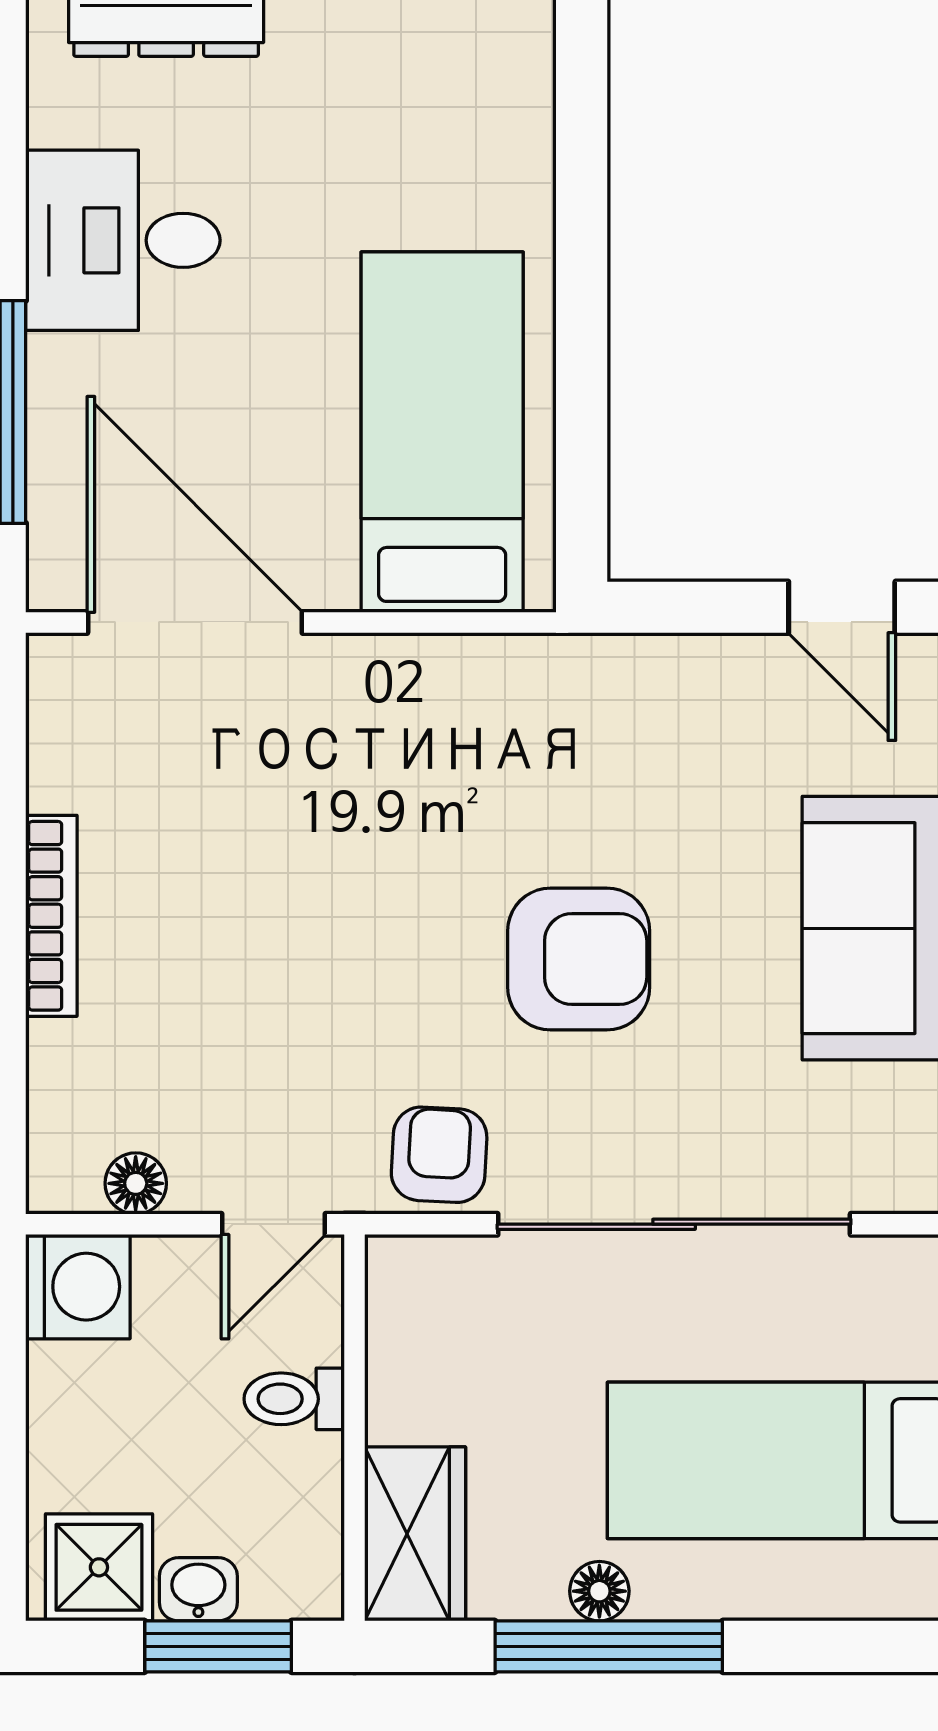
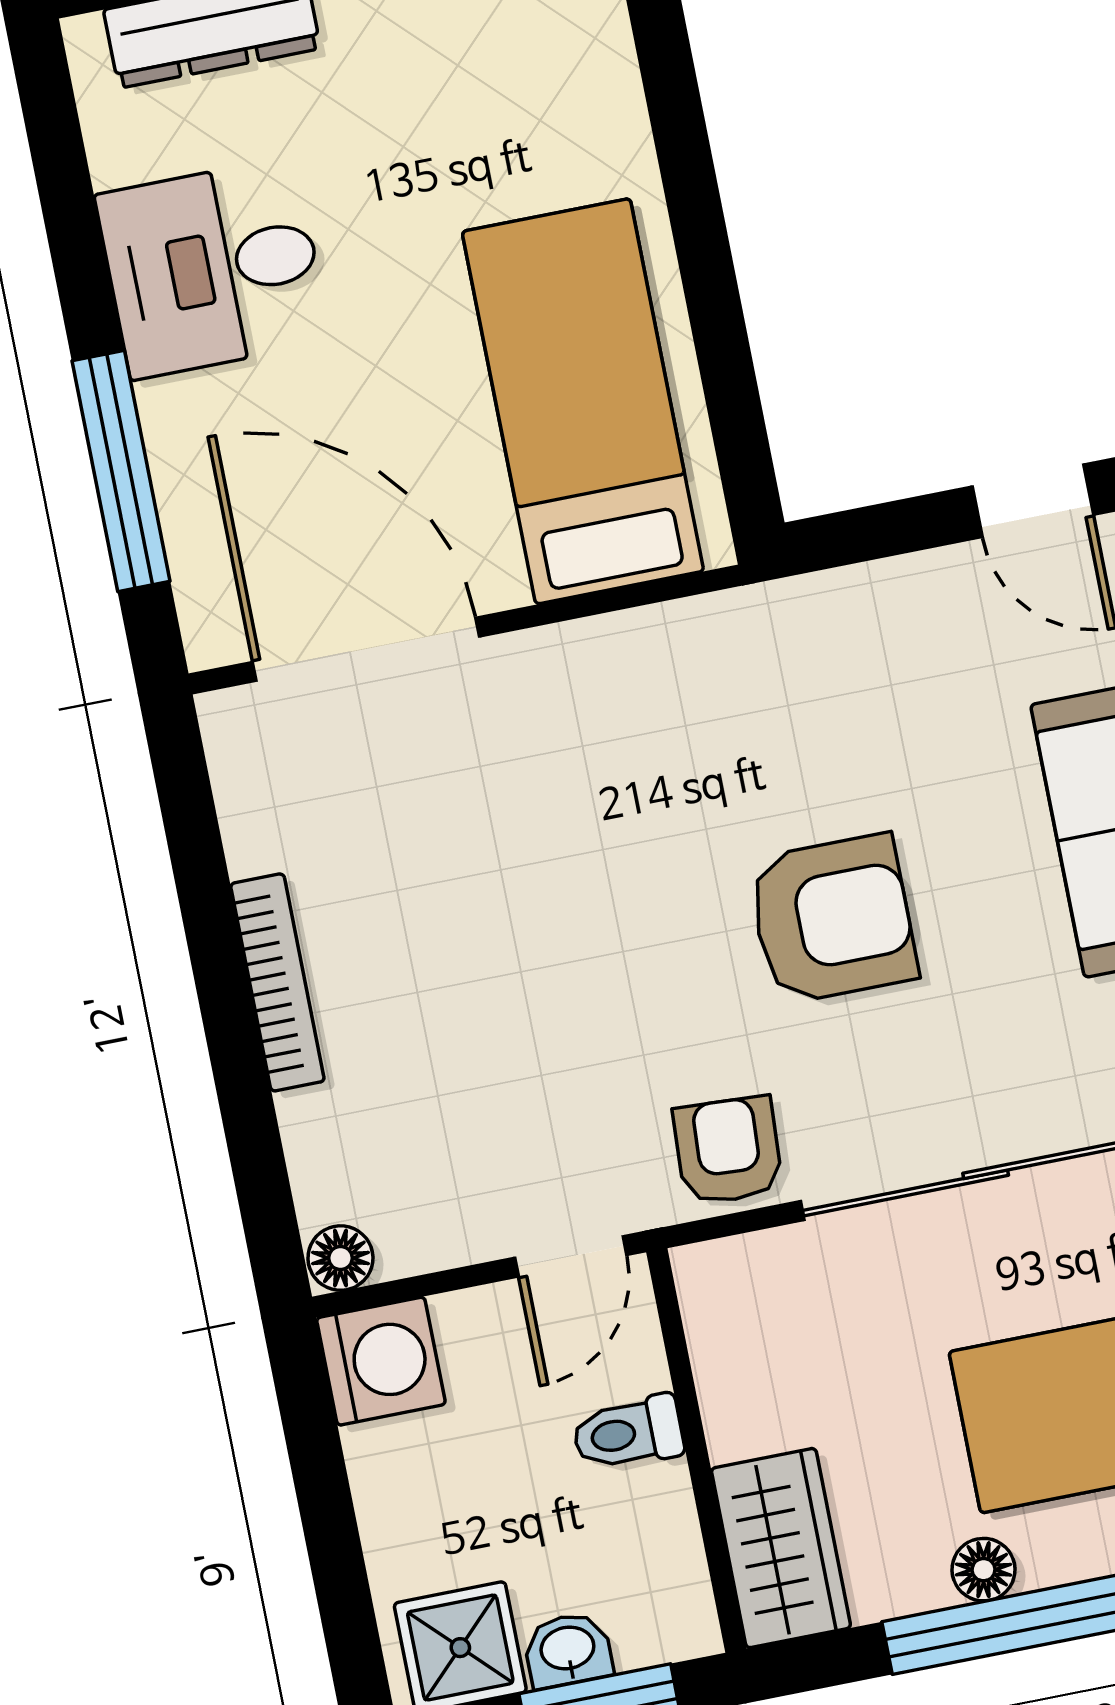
floor lamp: (136, 1183) -> (340, 1258), moved

